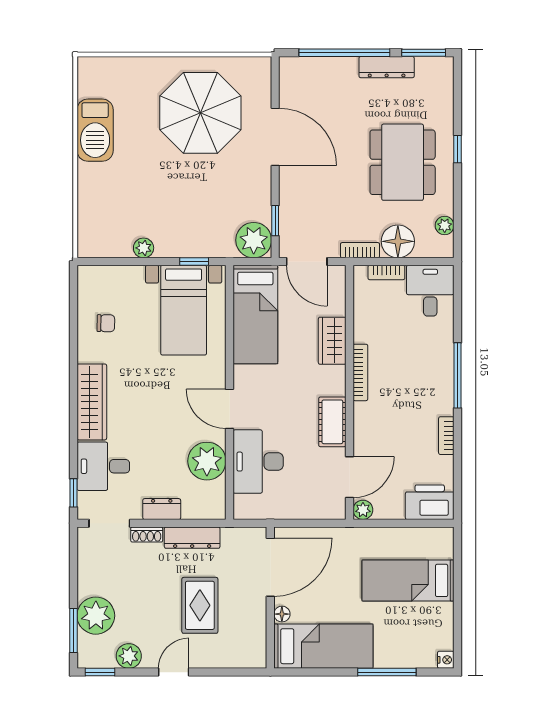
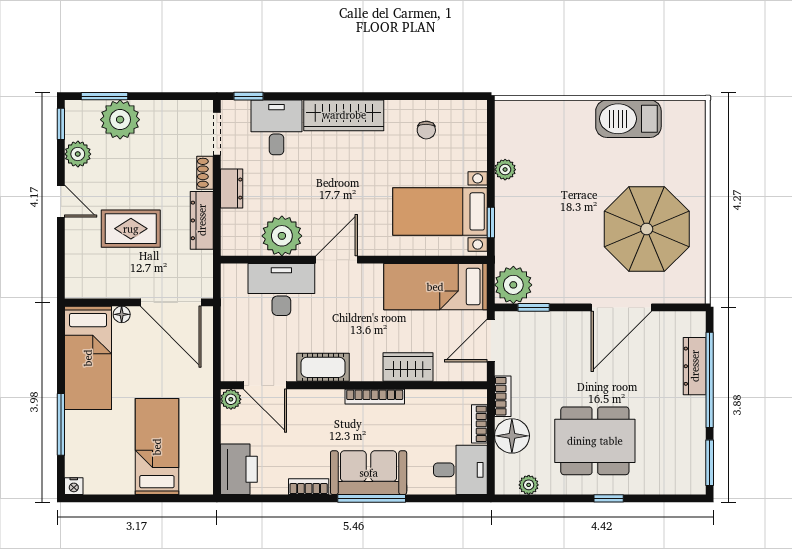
dresser: (387, 67) -> (695, 366), moved
sofa: (433, 378) -> (369, 473), added

